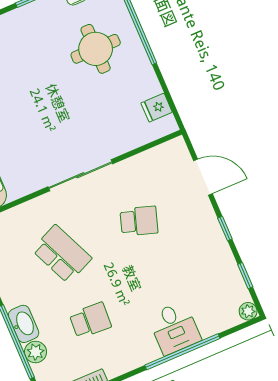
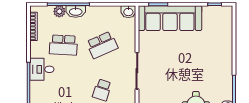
school desk: (90, 320) -> (63, 45), width x1.85
desk: (174, 328) -> (42, 69), moved

